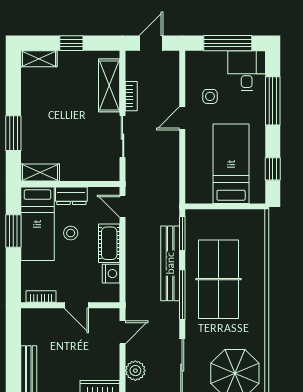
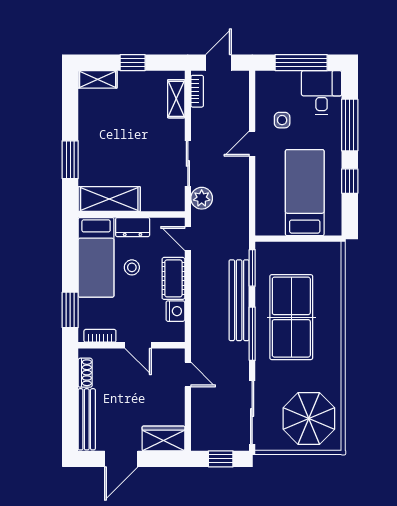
shelving: (109, 85) -> (176, 99), width x0.67, depth x0.75
bookcase: (131, 96) -> (197, 91), moved
window: (273, 169) -> (350, 181), moved
shelving: (40, 173) -> (109, 199), width x1.50, depth x1.33
window: (13, 231) -> (70, 310), moved
shoe rack: (27, 331) -> (85, 373), added
door: (123, 332) -> (188, 374), hinge flipped
plant: (135, 371) -> (202, 198), moved

